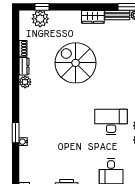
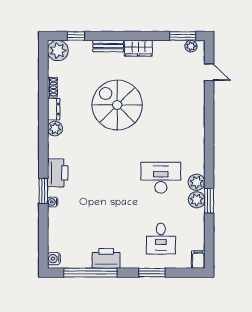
bench: (117, 15) -> (108, 46), moved
plant: (40, 19) -> (58, 51), moved
printer: (27, 118) -> (58, 173), added

